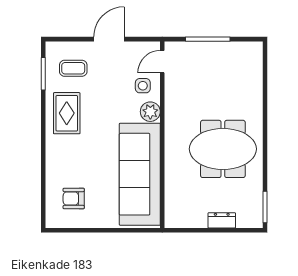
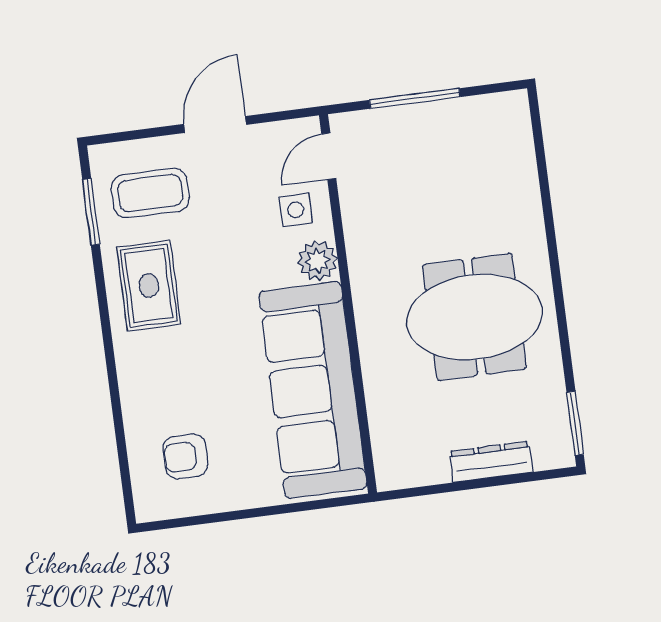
coffee table: (73, 68) -> (150, 193), width x1.36, depth x1.30
dresser: (222, 220) -> (491, 462), width x1.44

